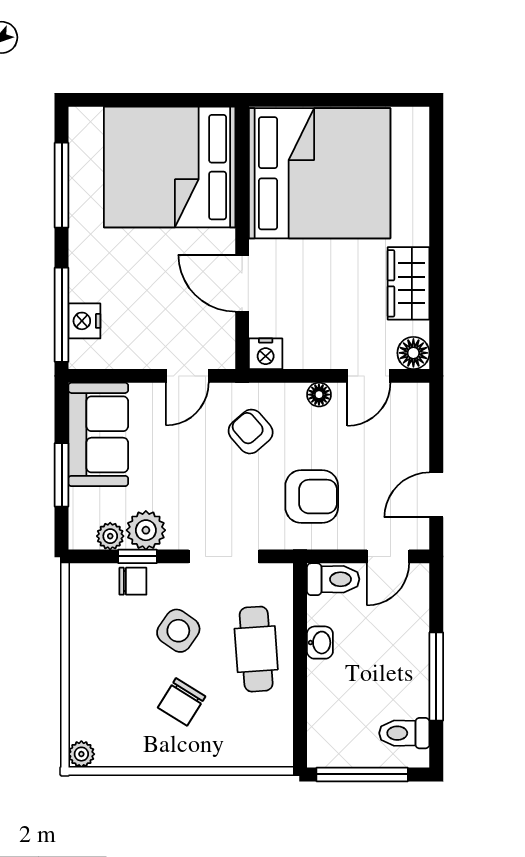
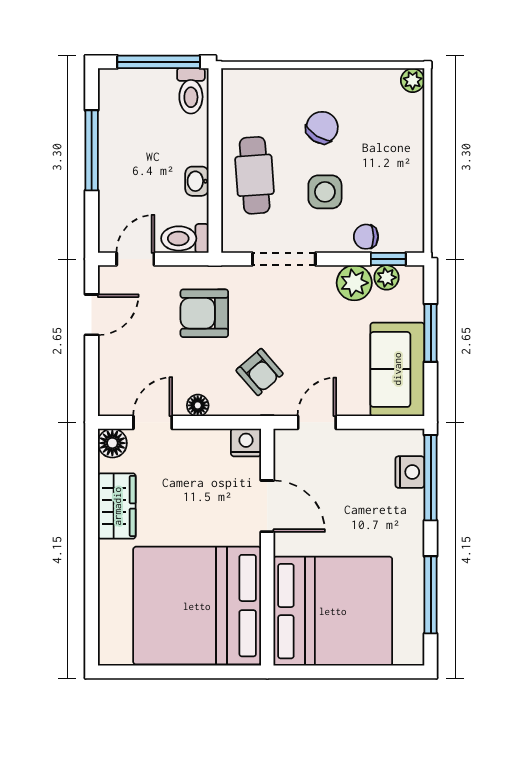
window: (138, 556) -> (388, 259), moved
side table: (178, 631) -> (325, 192), turned -35
toilet: (404, 733) -> (191, 91), moved, turned 90

